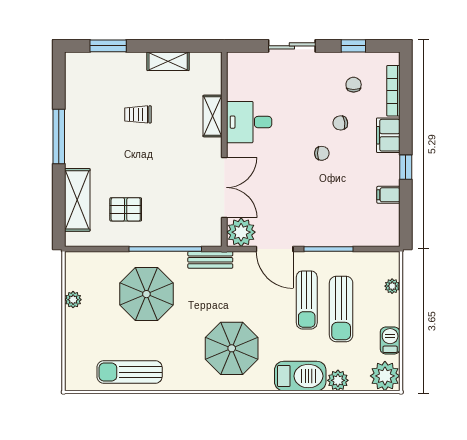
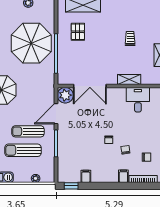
desk: (249, 122) -> (138, 100), moved
filing cabinet: (388, 135) -> (123, 176), width x0.50
window: (406, 167) -> (71, 186), moved
bench: (210, 260) -> (50, 78), removed
parasol: (146, 294) -> (31, 43), width x1.36, depth x1.36

